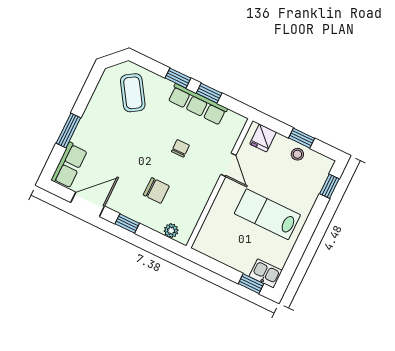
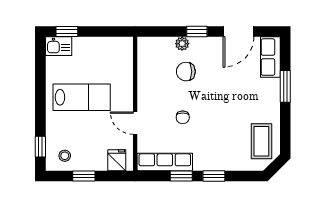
coffee table: (133, 93) -> (261, 141), moved, turned 33
row of seats: (198, 104) -> (165, 162), moved
stool: (297, 154) -> (65, 156), moved
plant: (171, 231) -> (182, 44), moved

